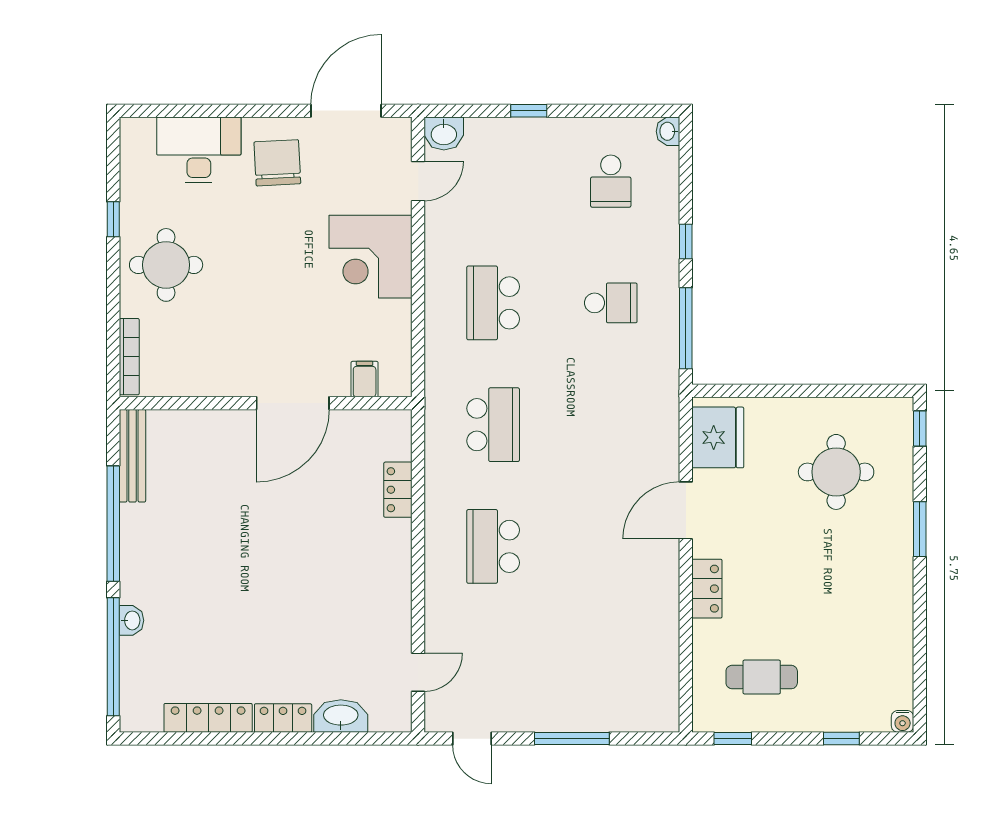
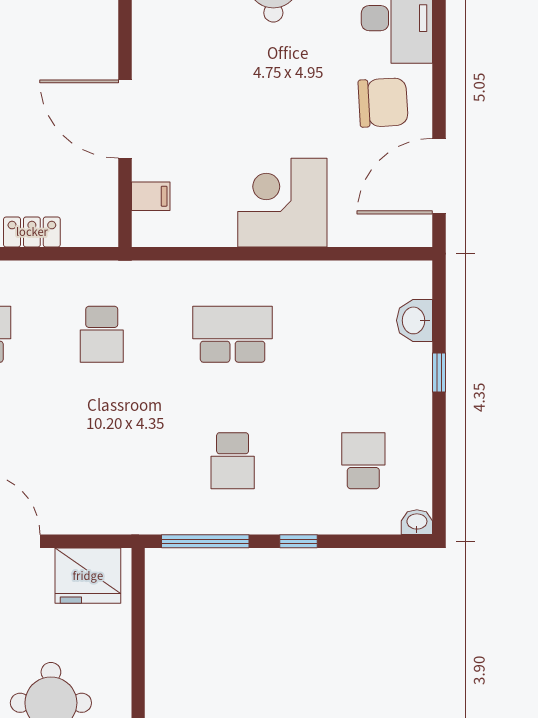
door: (346, 111) -> (439, 176), swing flipped
washbasin: (444, 133) -> (415, 320), moved
door: (418, 181) -> (363, 254), removed
school desk: (611, 181) -> (363, 461), turned 90
school desk: (493, 425) -> (102, 334), width x0.54

